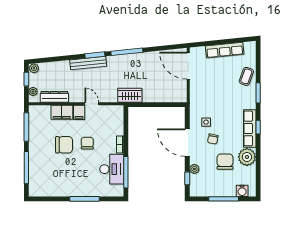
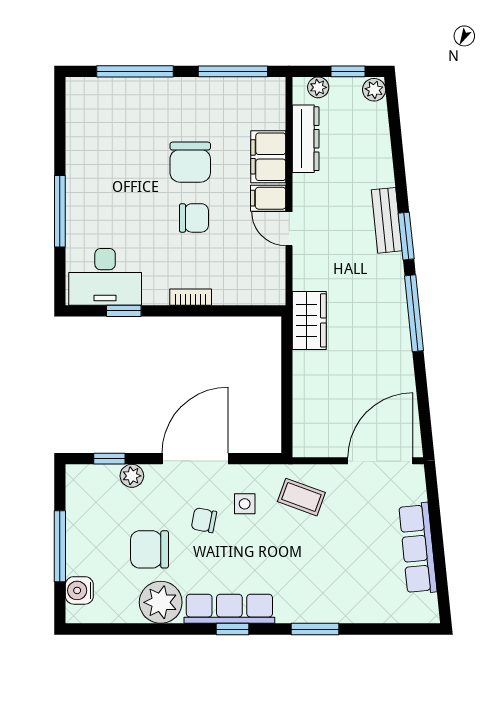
bench: (88, 63) -> (387, 220), width x0.73
coffee table: (246, 76) -> (301, 497), moved
door: (92, 104) -> (289, 229), swing flipped
chair: (225, 162) -> (149, 549), turned 180
desk: (112, 169) -> (105, 277), moved
window: (126, 172) -> (124, 311), width x0.46

